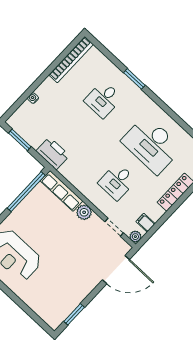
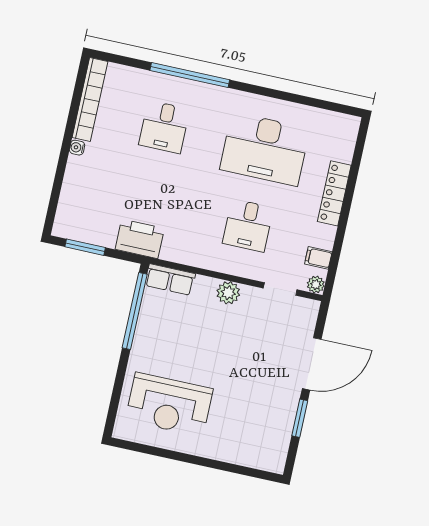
window: (134, 79) -> (190, 75), width x2.11
water cooler: (33, 98) -> (77, 148), moved
row of seats: (62, 191) -> (170, 280), width x0.68
door: (116, 270) -> (312, 364), moved
window: (74, 314) -> (300, 418), moved

